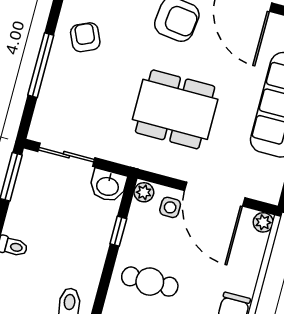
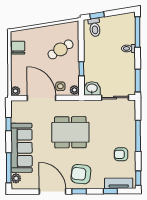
armchair: (85, 37) -> (121, 154), turned 114
cafe table: (150, 282) -> (60, 49), turned -32

